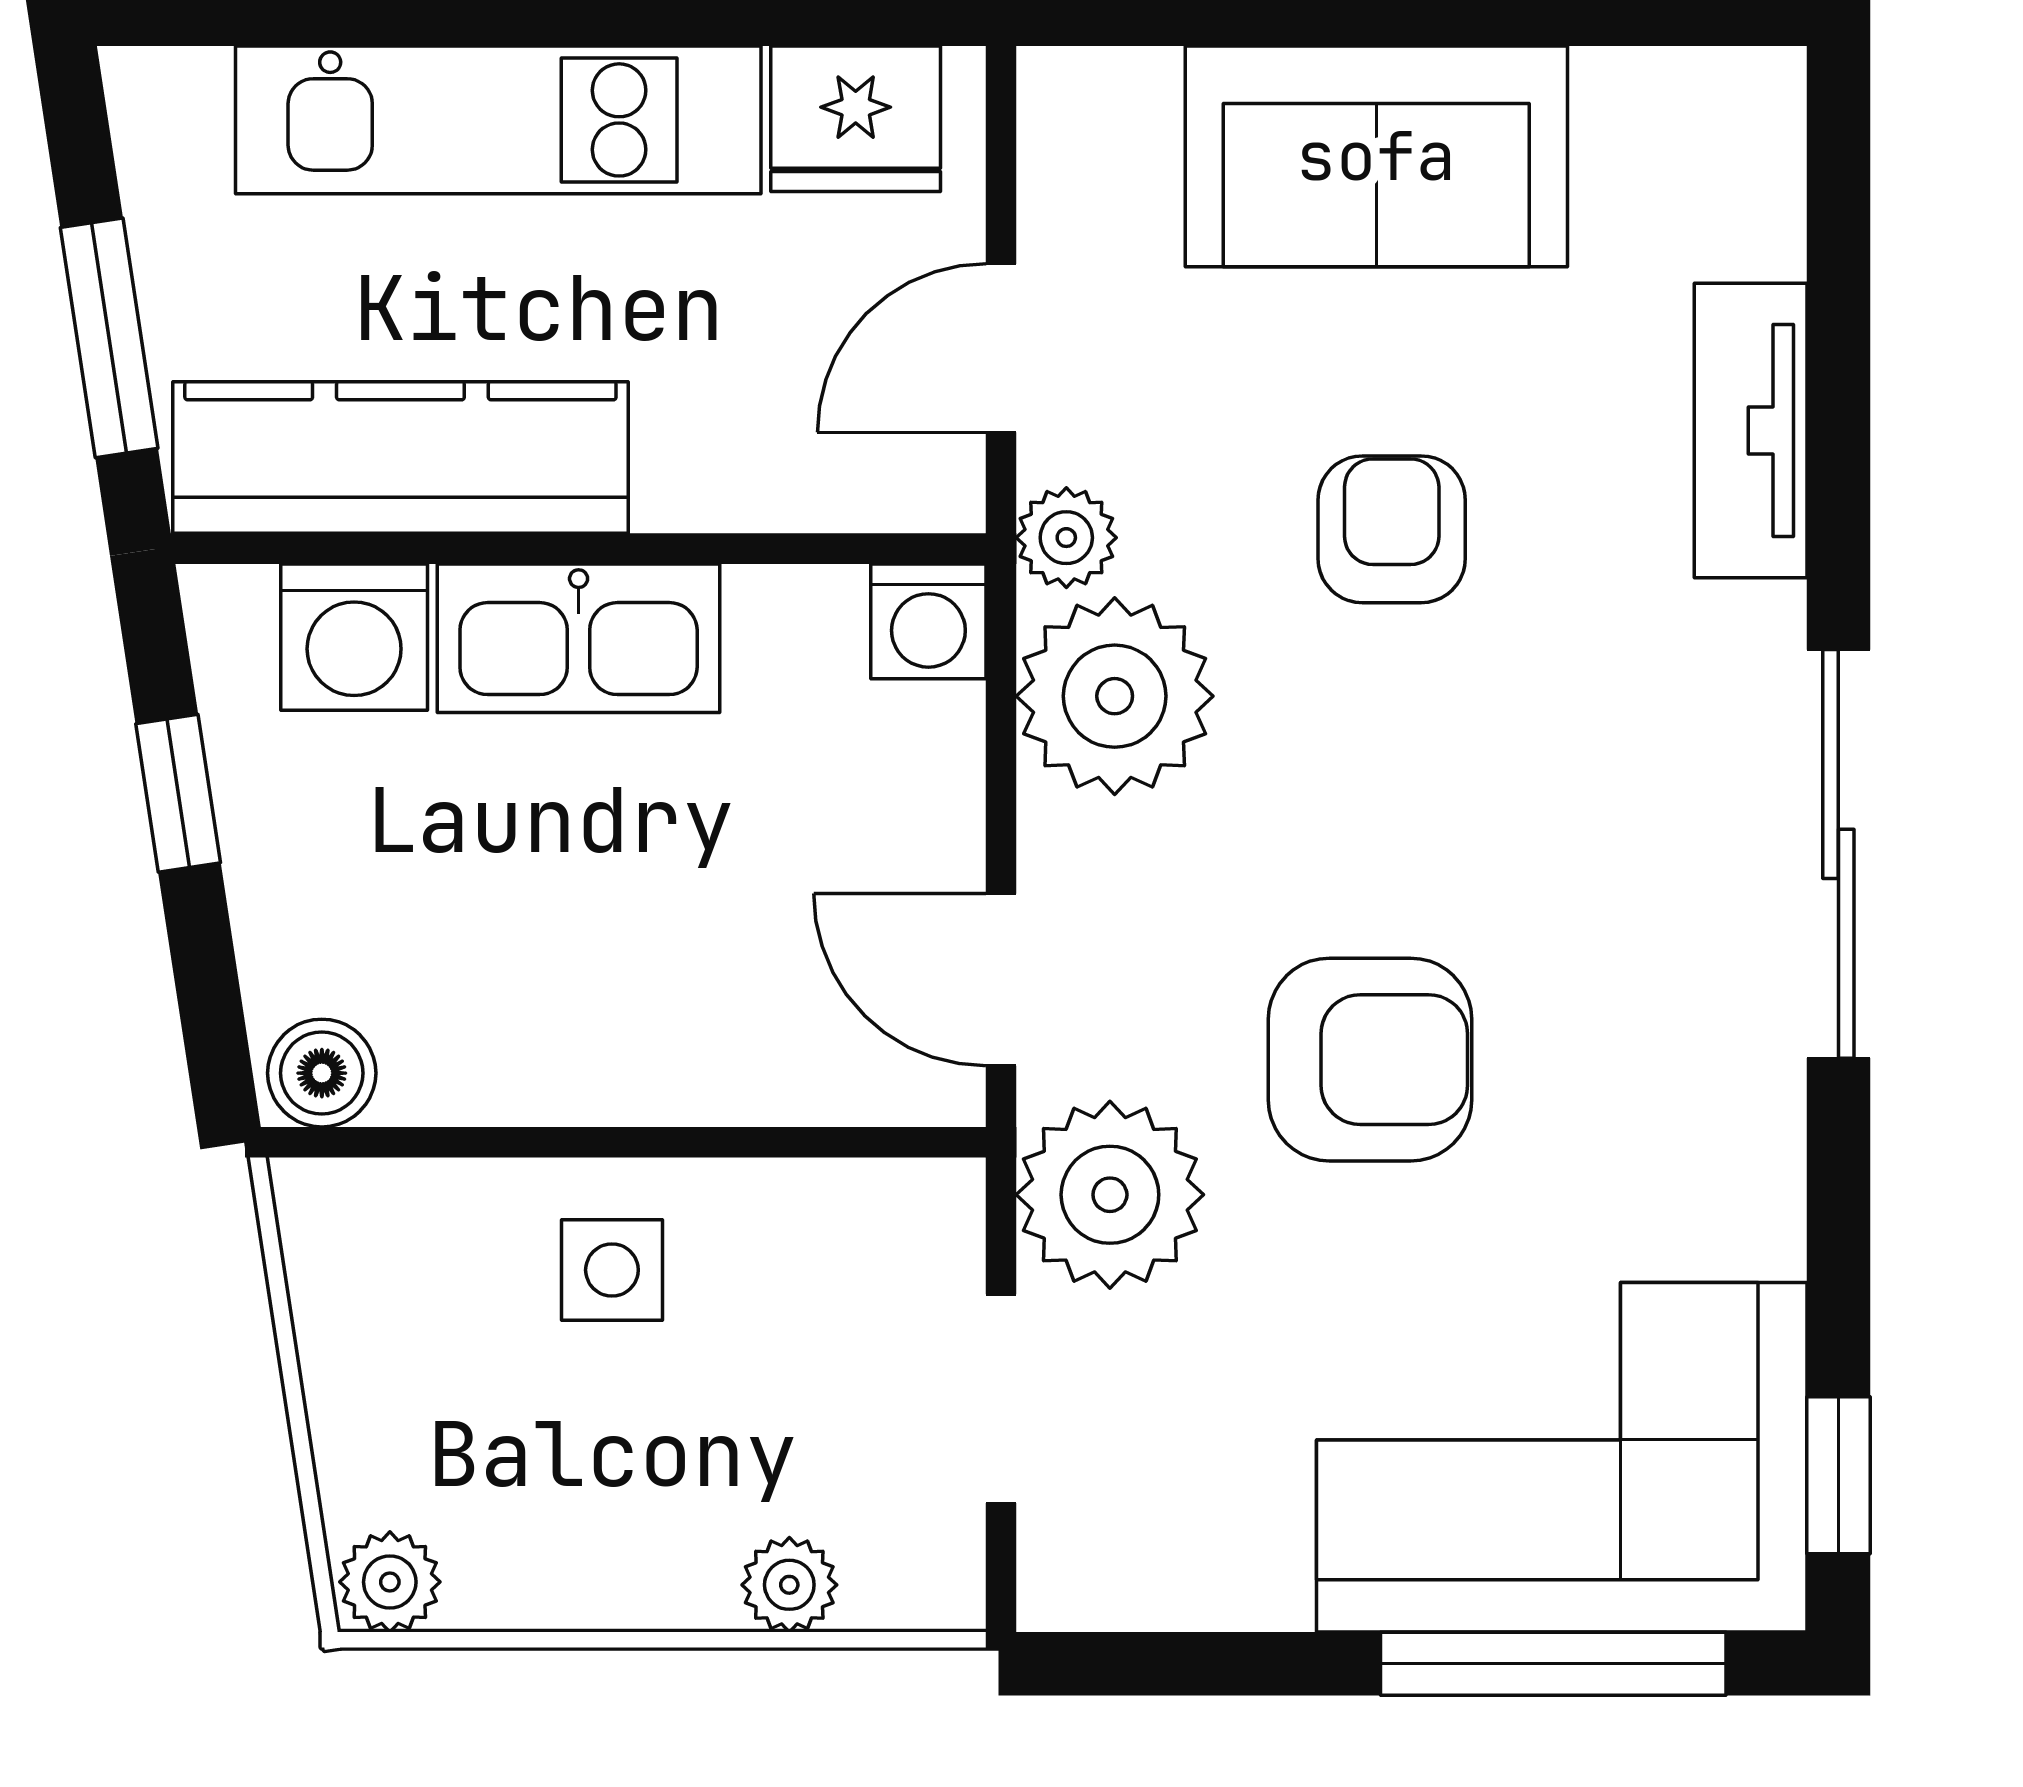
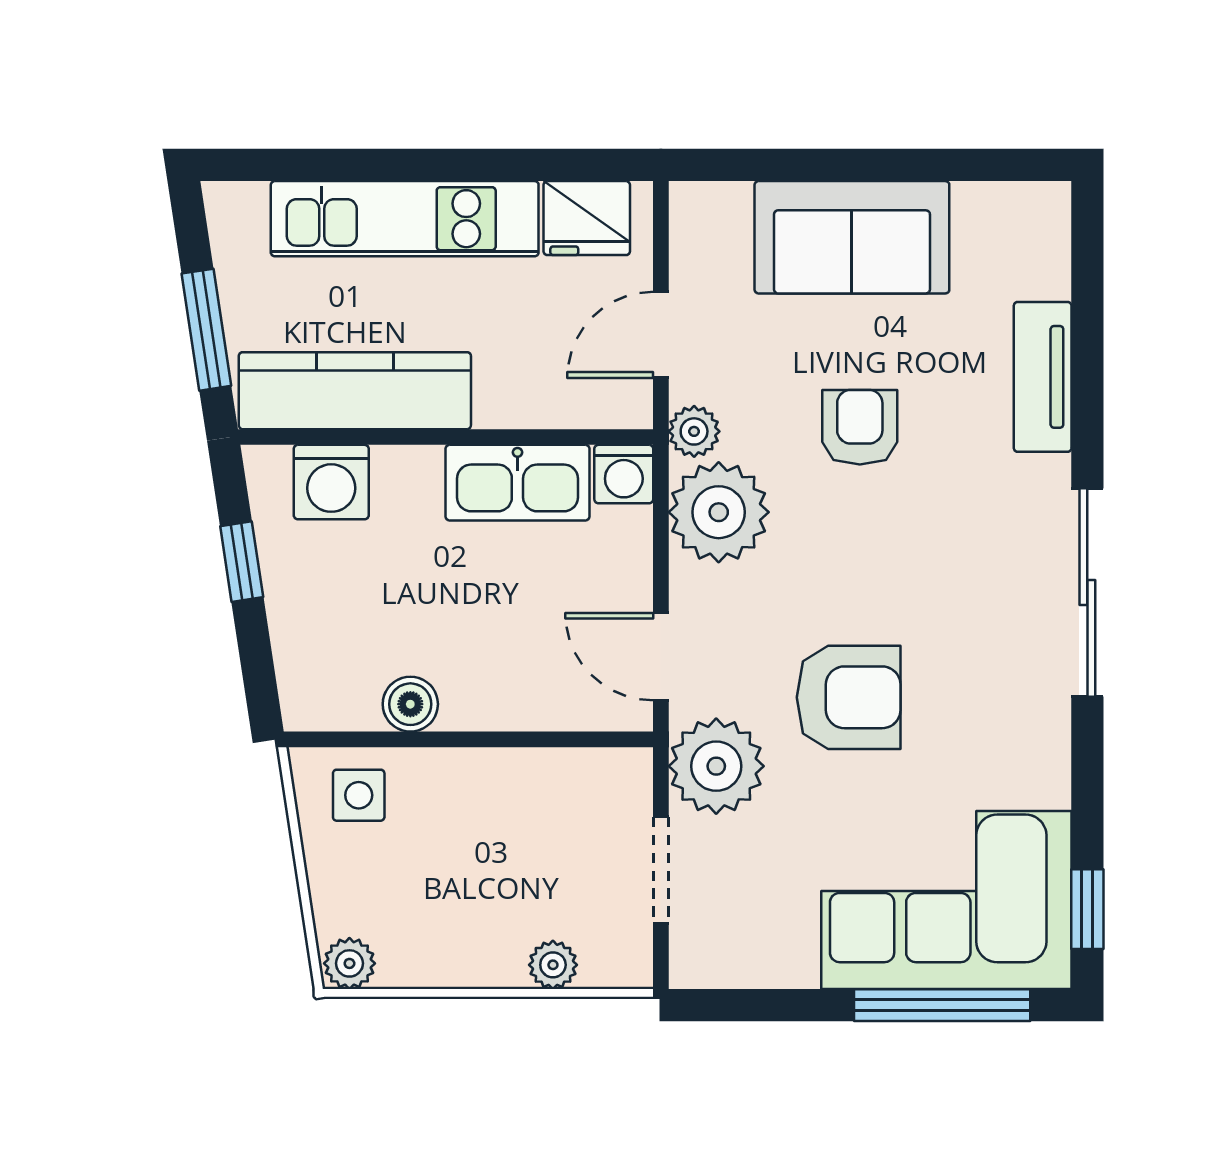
kitchen sink: (579, 638) -> (517, 483), moved
boiler: (322, 1073) -> (410, 704), moved
side table: (612, 1270) -> (359, 795), moved

